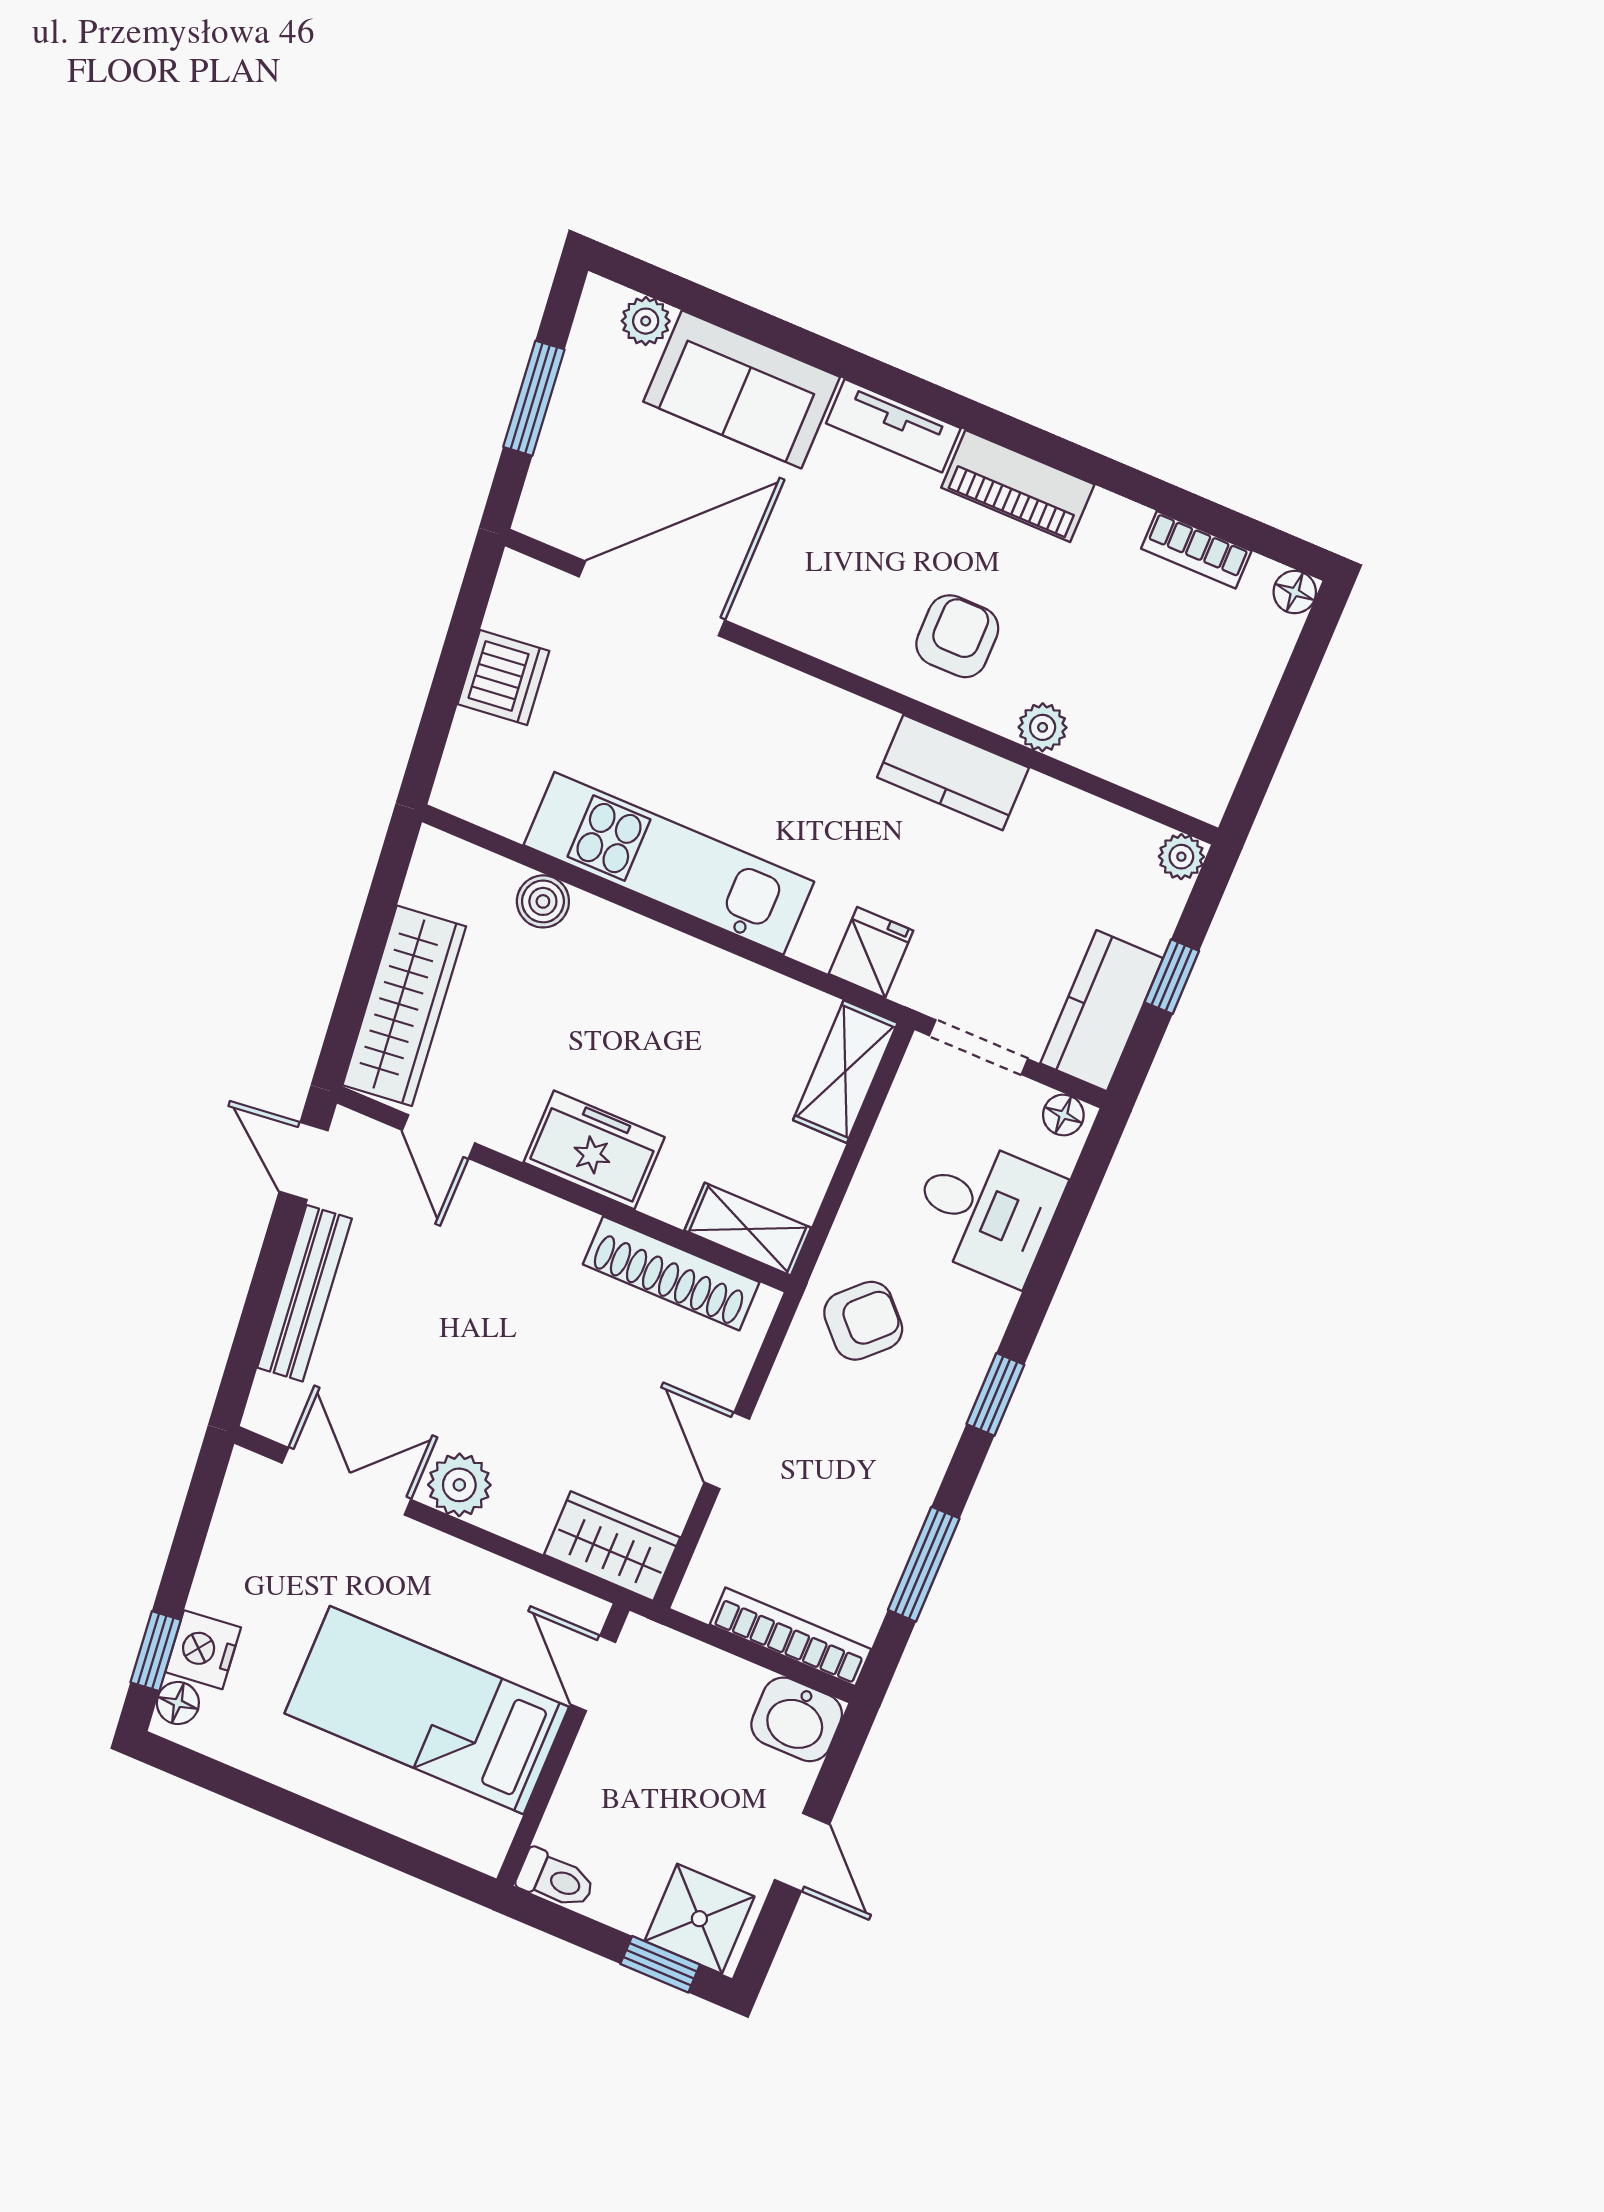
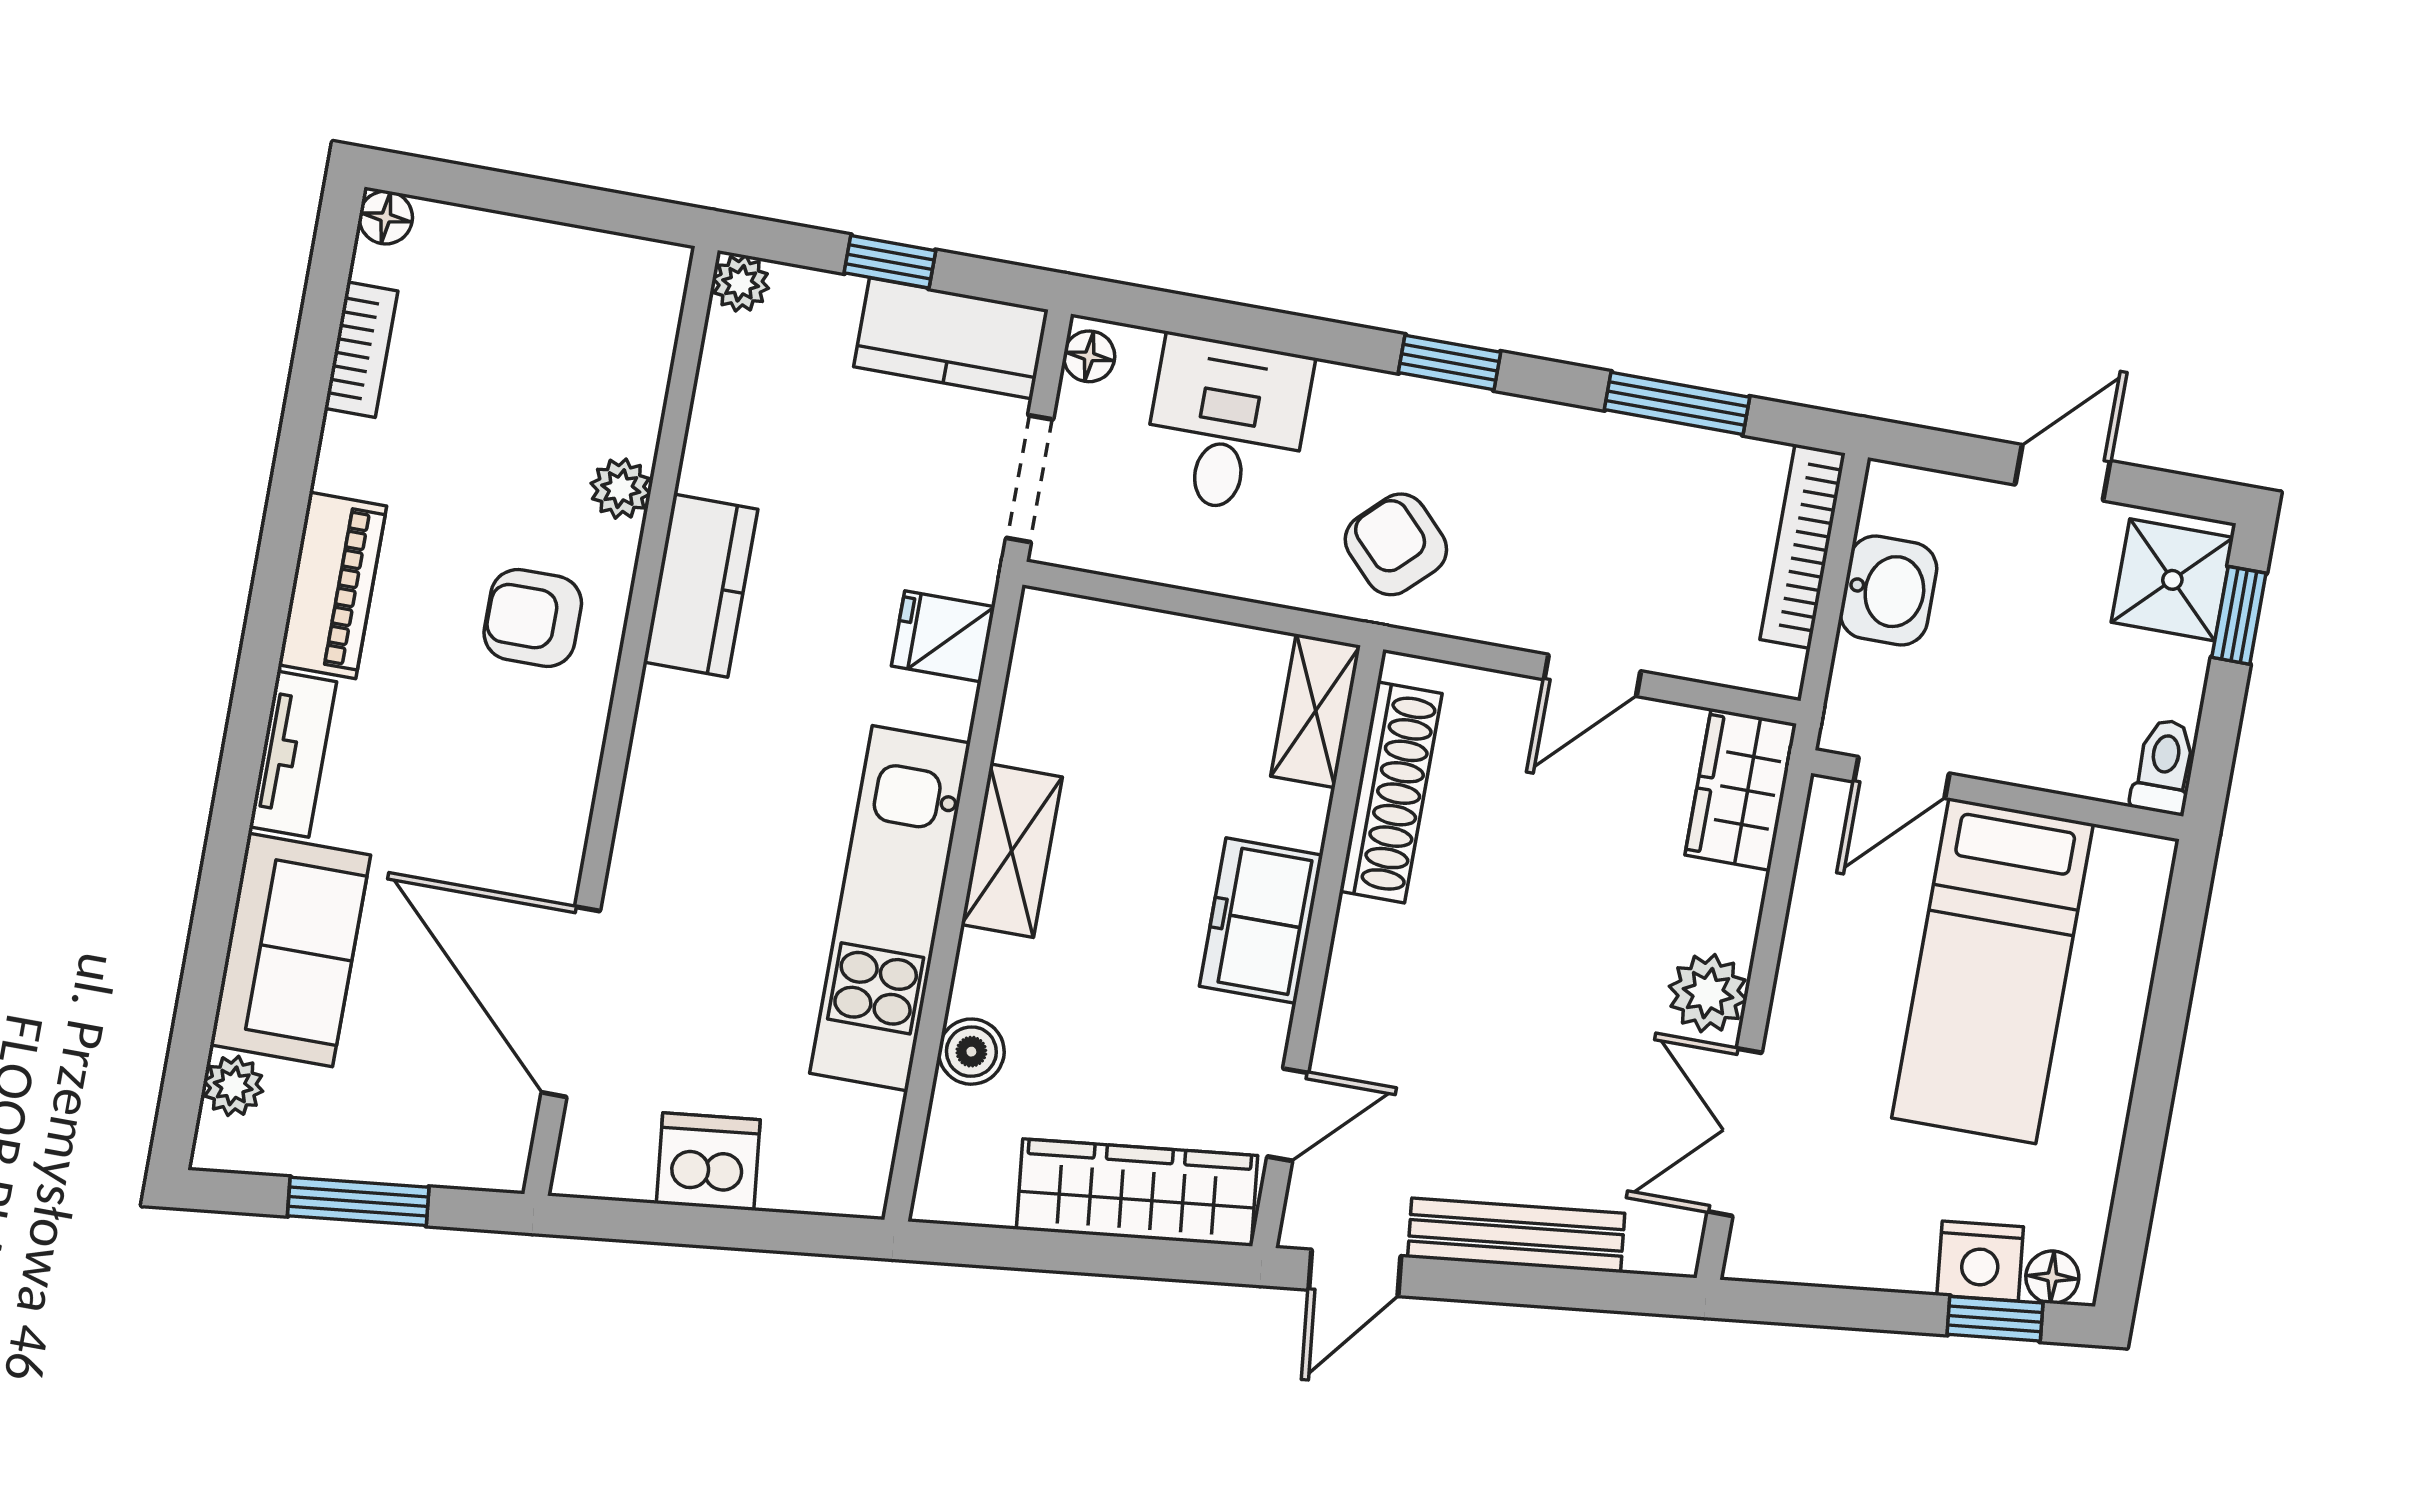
shelving: (845, 1072) -> (1012, 851), moved, turned 90
washbasin: (797, 1719) -> (1888, 591), moved

